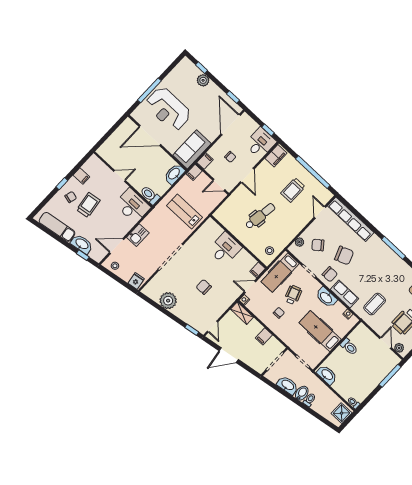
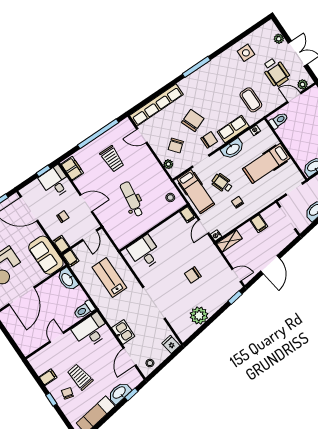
lab bench: (184, 212) -> (109, 277), turned 90
desk: (225, 249) -> (145, 252), moved
toilet: (349, 347) -> (279, 120), moved

